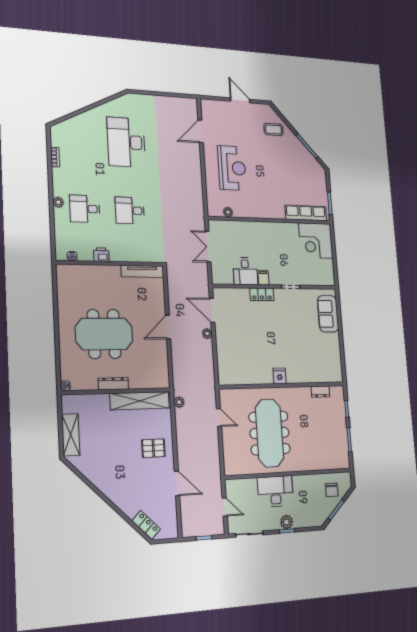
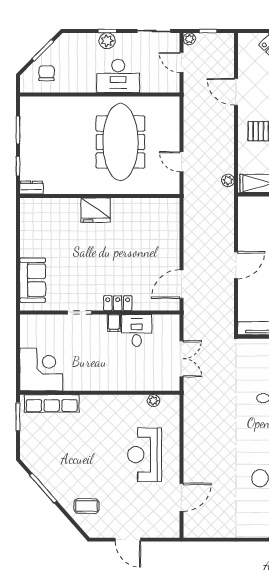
door: (212, 310) -> (181, 284), swing flipped
plant: (207, 334) -> (189, 39), moved
fridge: (280, 376) -> (96, 210), width x1.88, depth x1.34
dresser: (320, 392) -> (31, 188), moved

